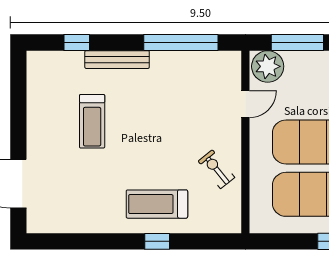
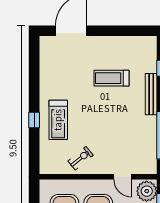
treadmill: (157, 204) -> (58, 120), turned 180

